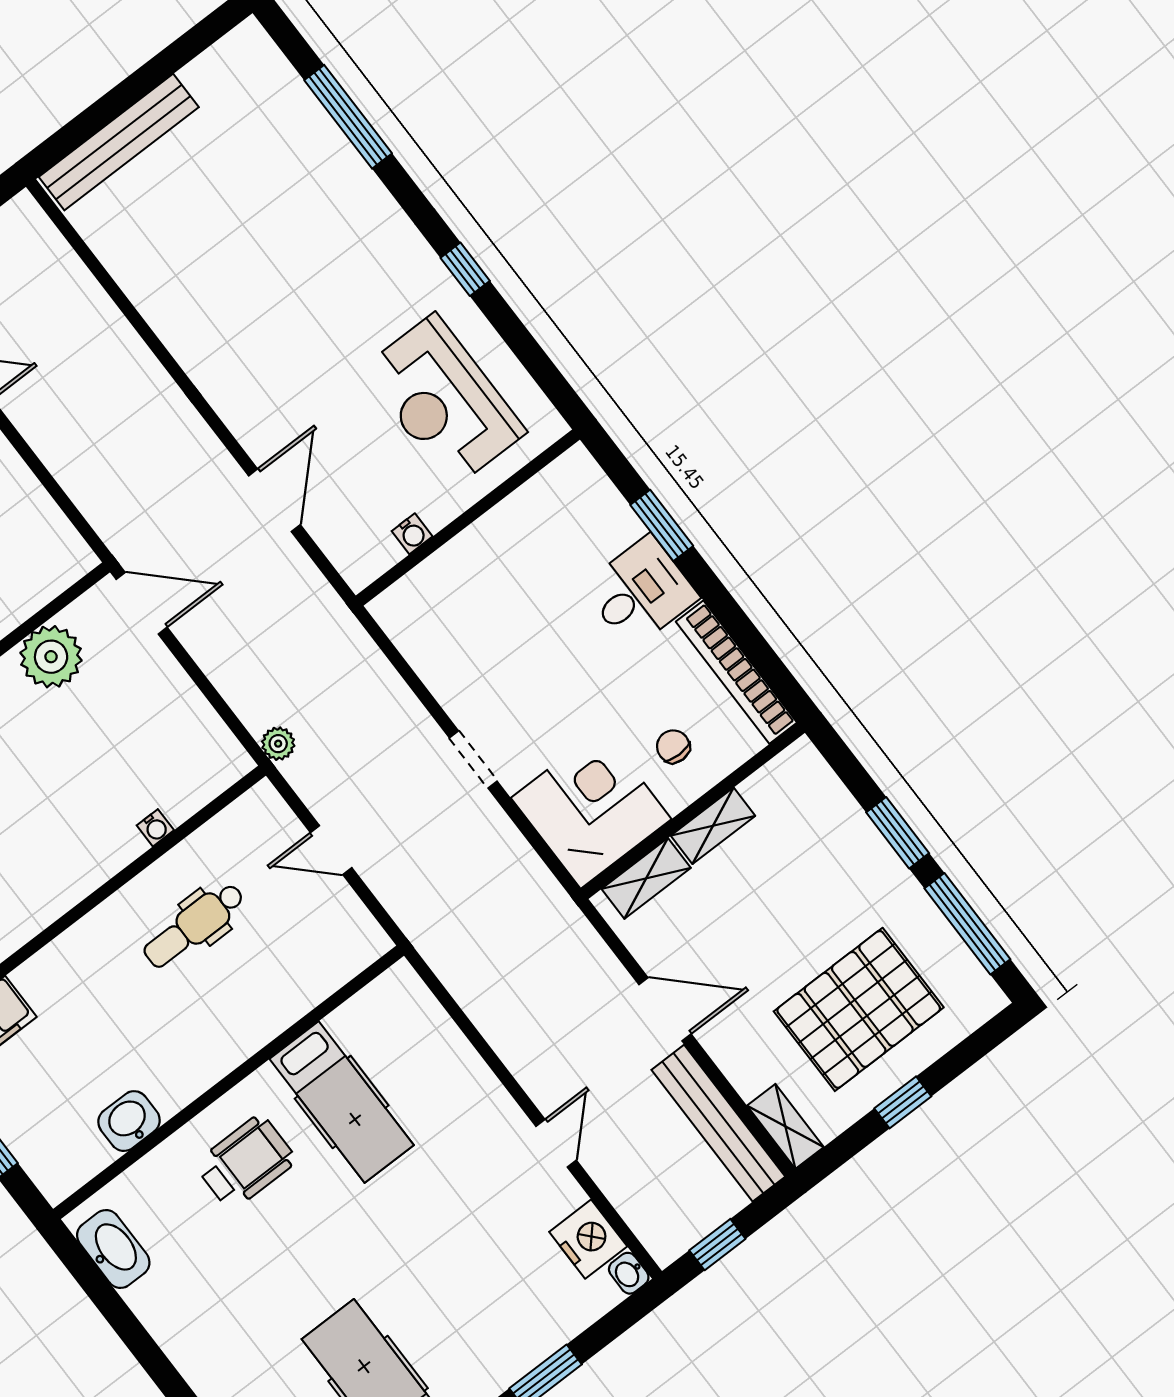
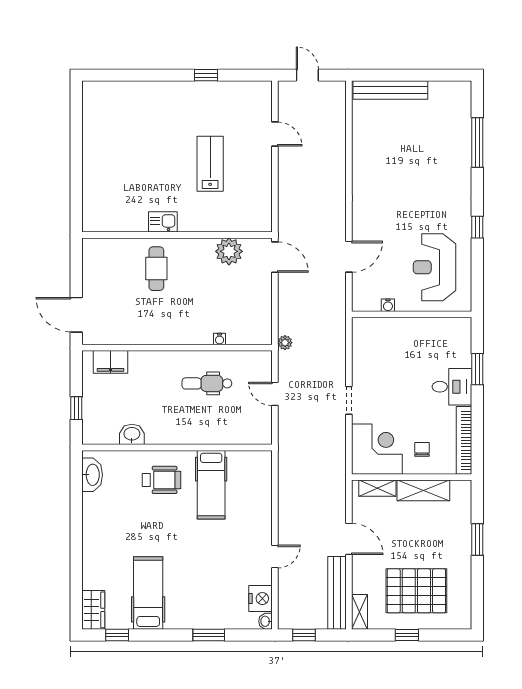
shelving: (713, 826) -> (423, 490), width x1.50, depth x1.33
window: (967, 924) -> (477, 590), removed

